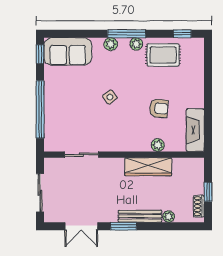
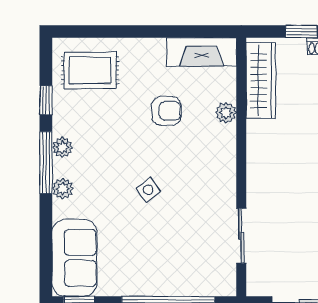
window: (182, 34) -> (46, 100), moved
rug: (163, 55) -> (90, 70), moved, turned 90
armchair: (159, 108) -> (166, 111), turned 85
wardrobe: (148, 167) -> (261, 81), moved

